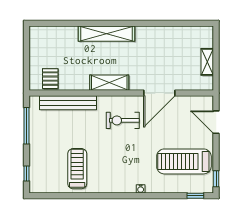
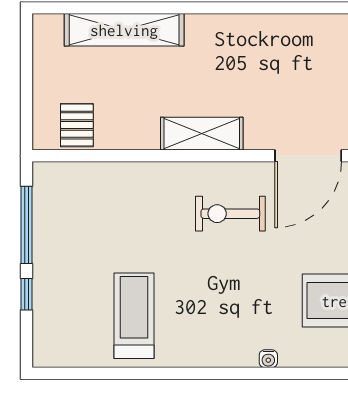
shelving: (107, 34) -> (124, 30), moved
bench: (68, 103) -> (114, 176), removed
window: (26, 174) -> (26, 294), moved

